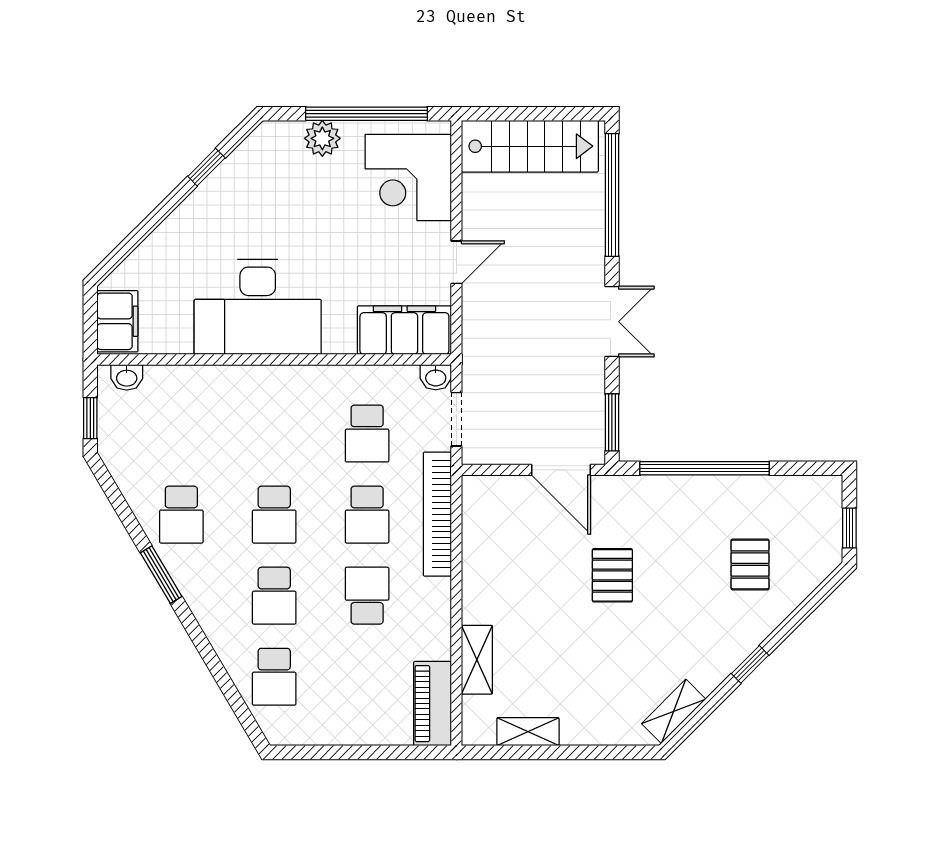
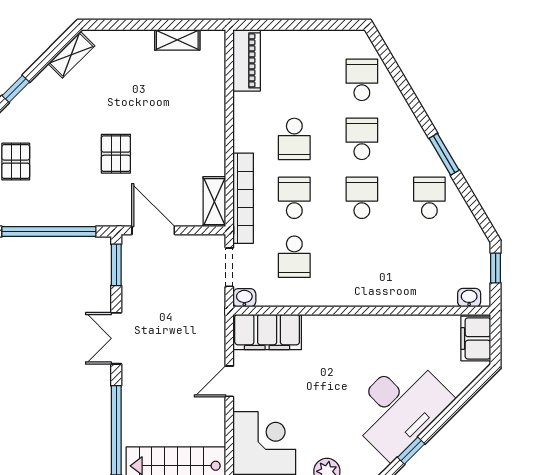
desk: (258, 307) -> (399, 407), moved, turned 135
school desk: (367, 434) -> (294, 257), turned 180
shelving: (477, 660) -> (214, 202), moved

